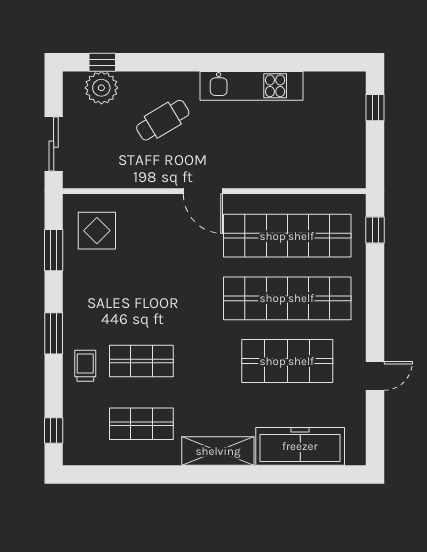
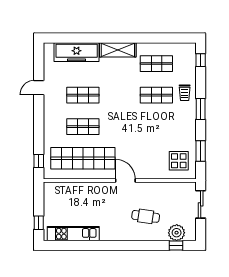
kitchen unit: (251, 86) -> (73, 234), moved
cafe table: (163, 120) -> (146, 216), turned 39
shop shelf: (287, 298) -> (83, 127), width x0.50, depth x0.74
shop shelf: (287, 361) -> (83, 95), width x0.70, depth x0.74

